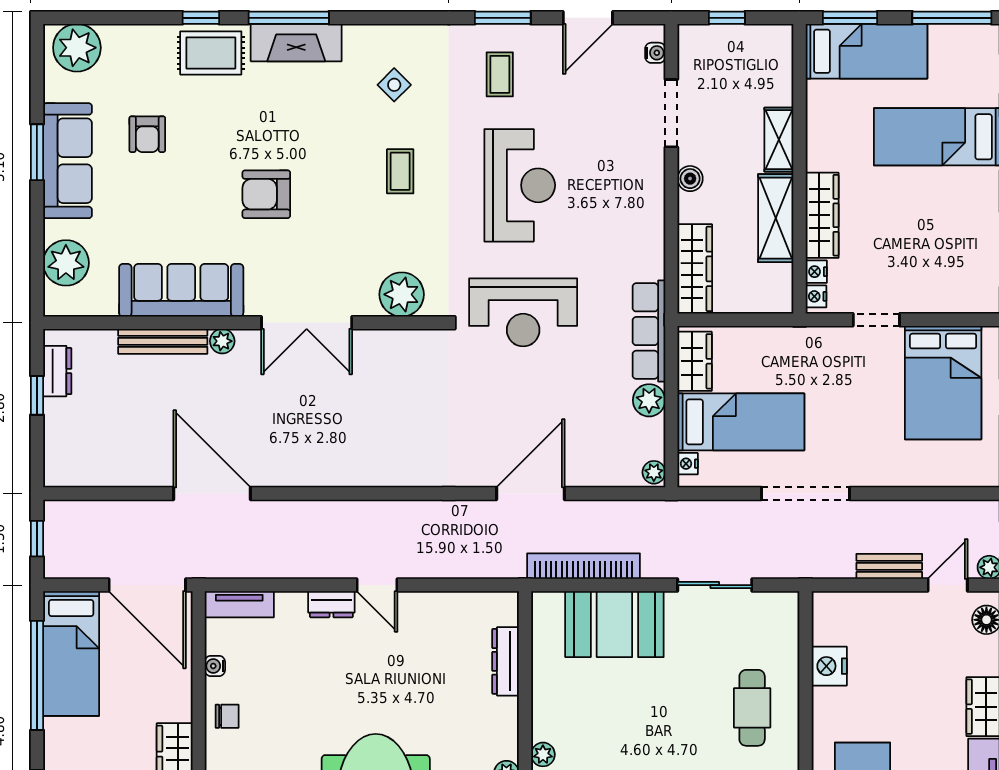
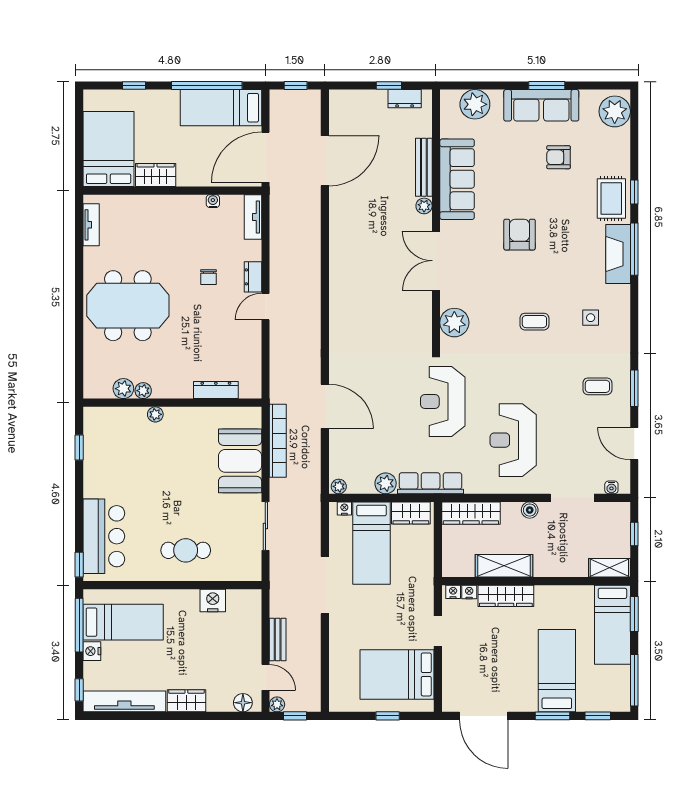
side table: (394, 85) -> (591, 318), turned 45
shelving: (779, 140) -> (609, 568), moved
reception desk: (520, 185) -> (513, 440), moved, turned 90
door: (212, 494) -> (325, 161), moved
chair: (227, 716) -> (208, 277), moved

